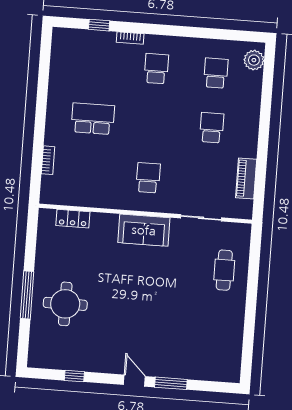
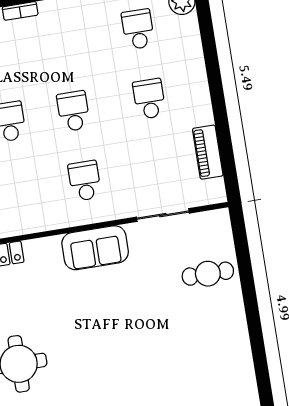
school desk: (156, 69) -> (73, 111), moved
cafe table: (224, 270) -> (208, 274), turned 90

